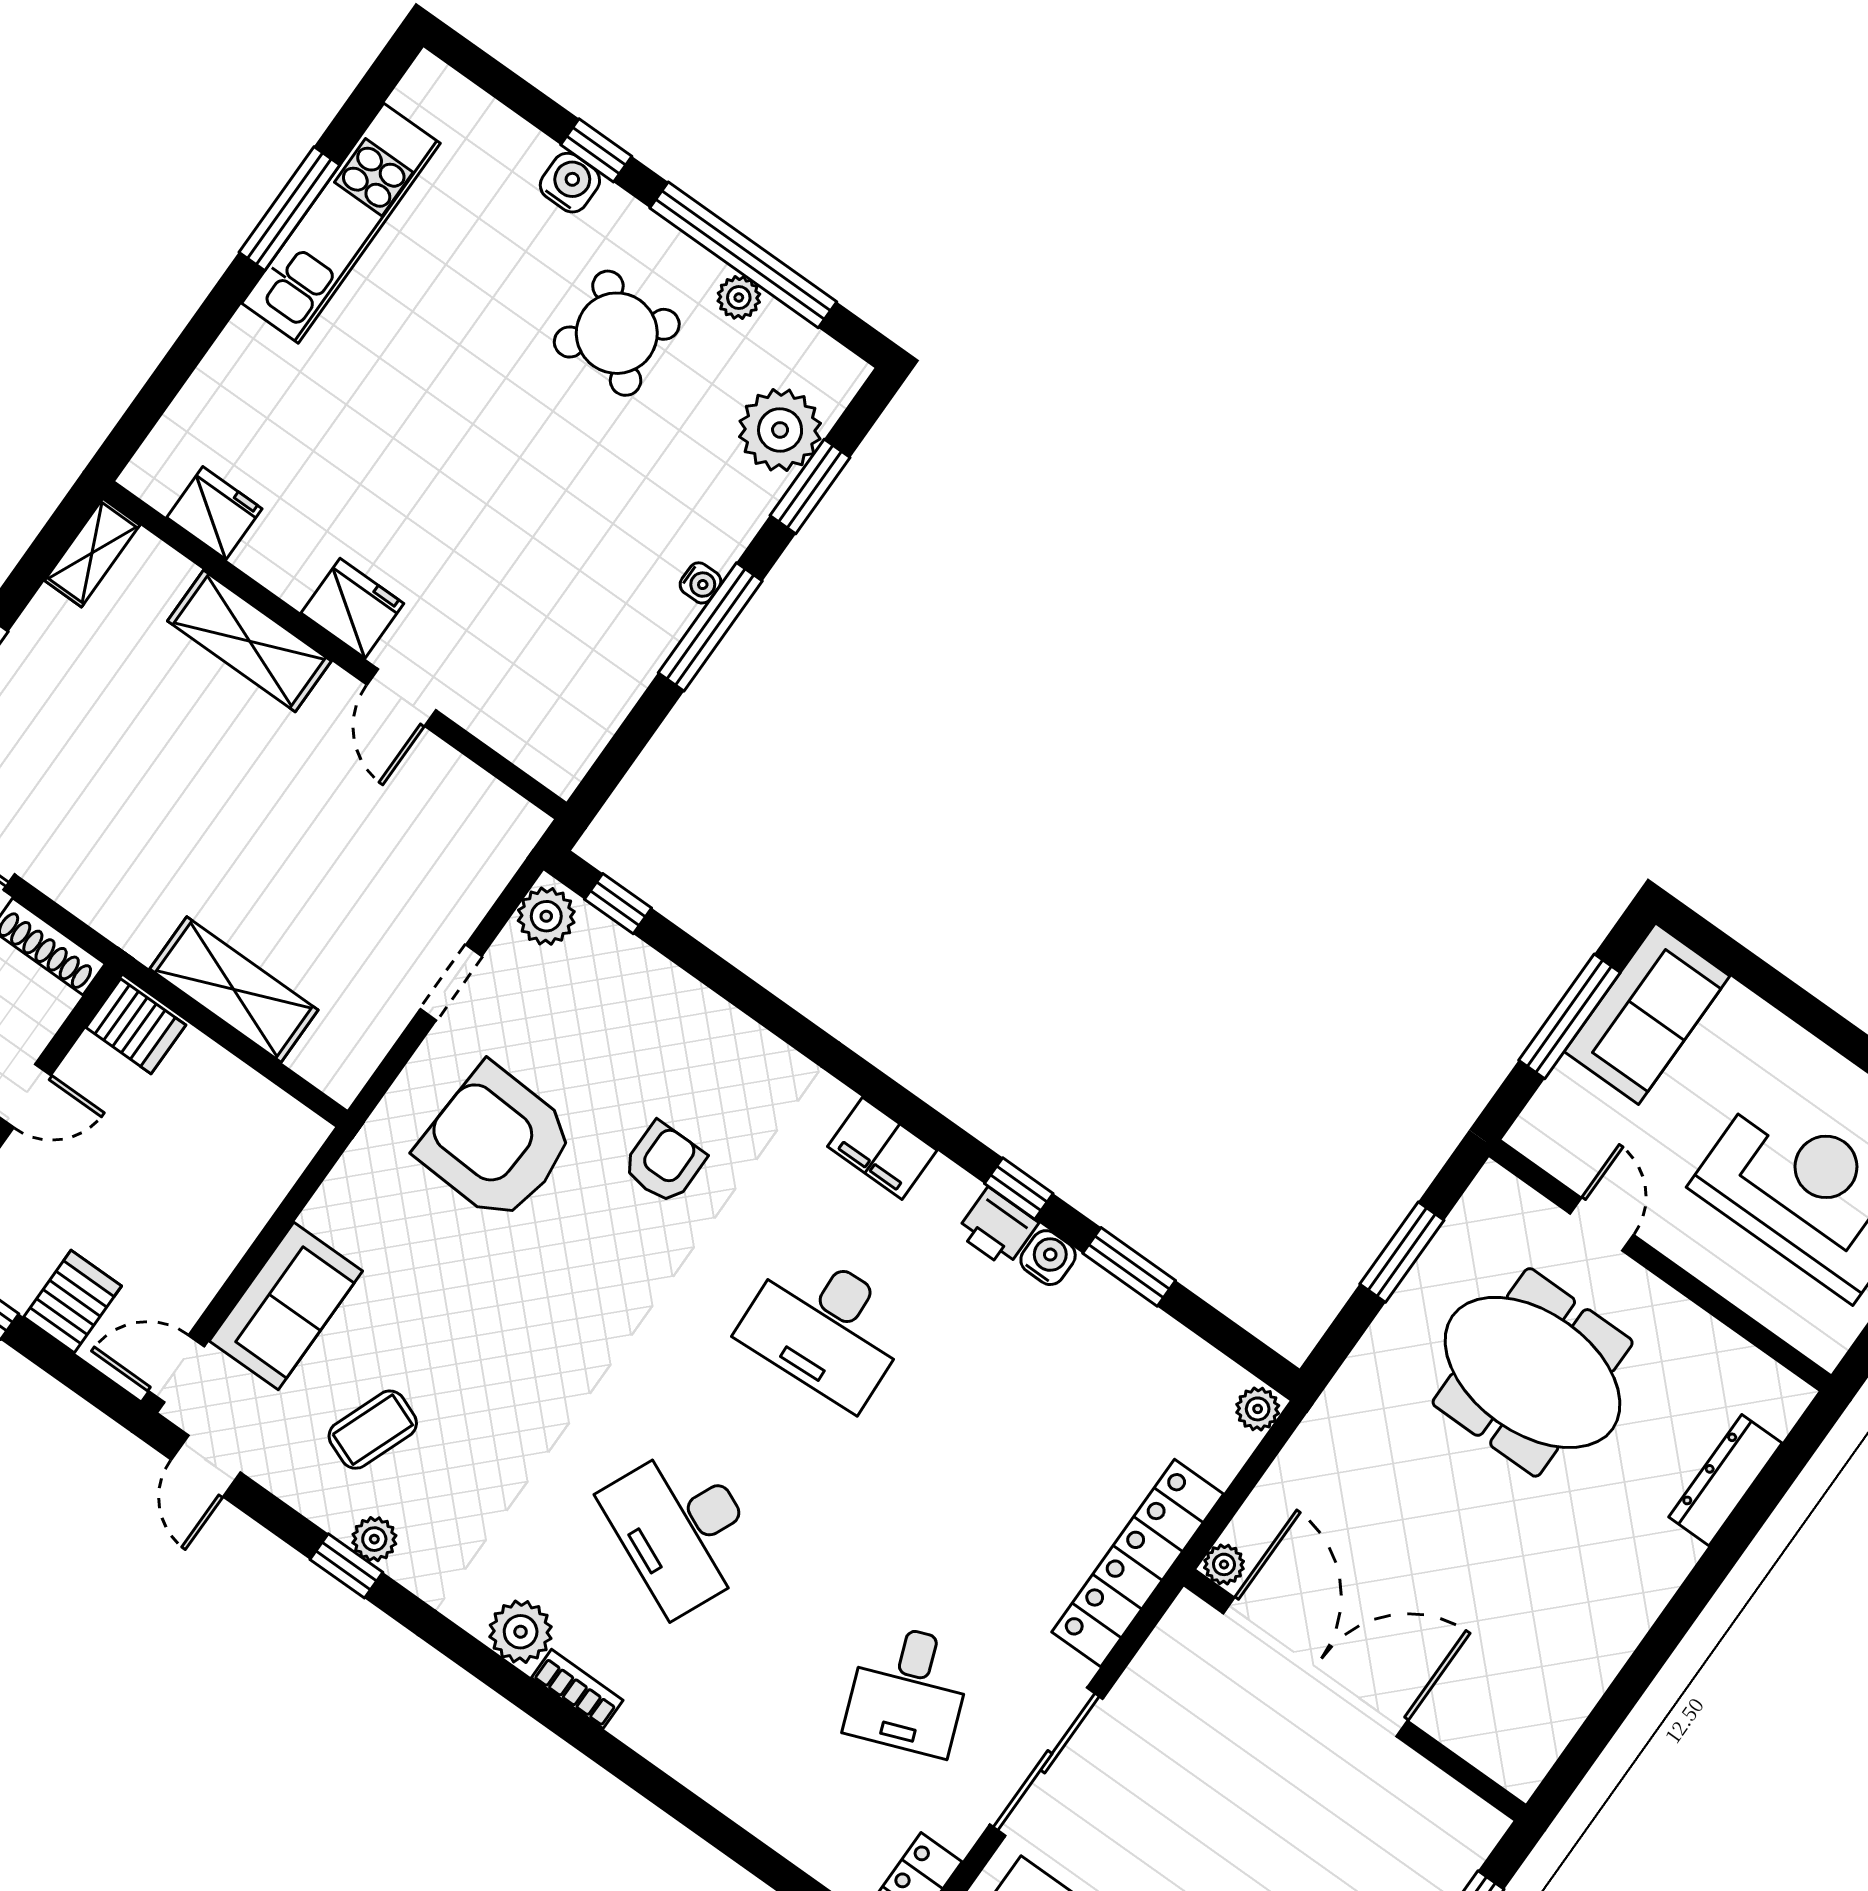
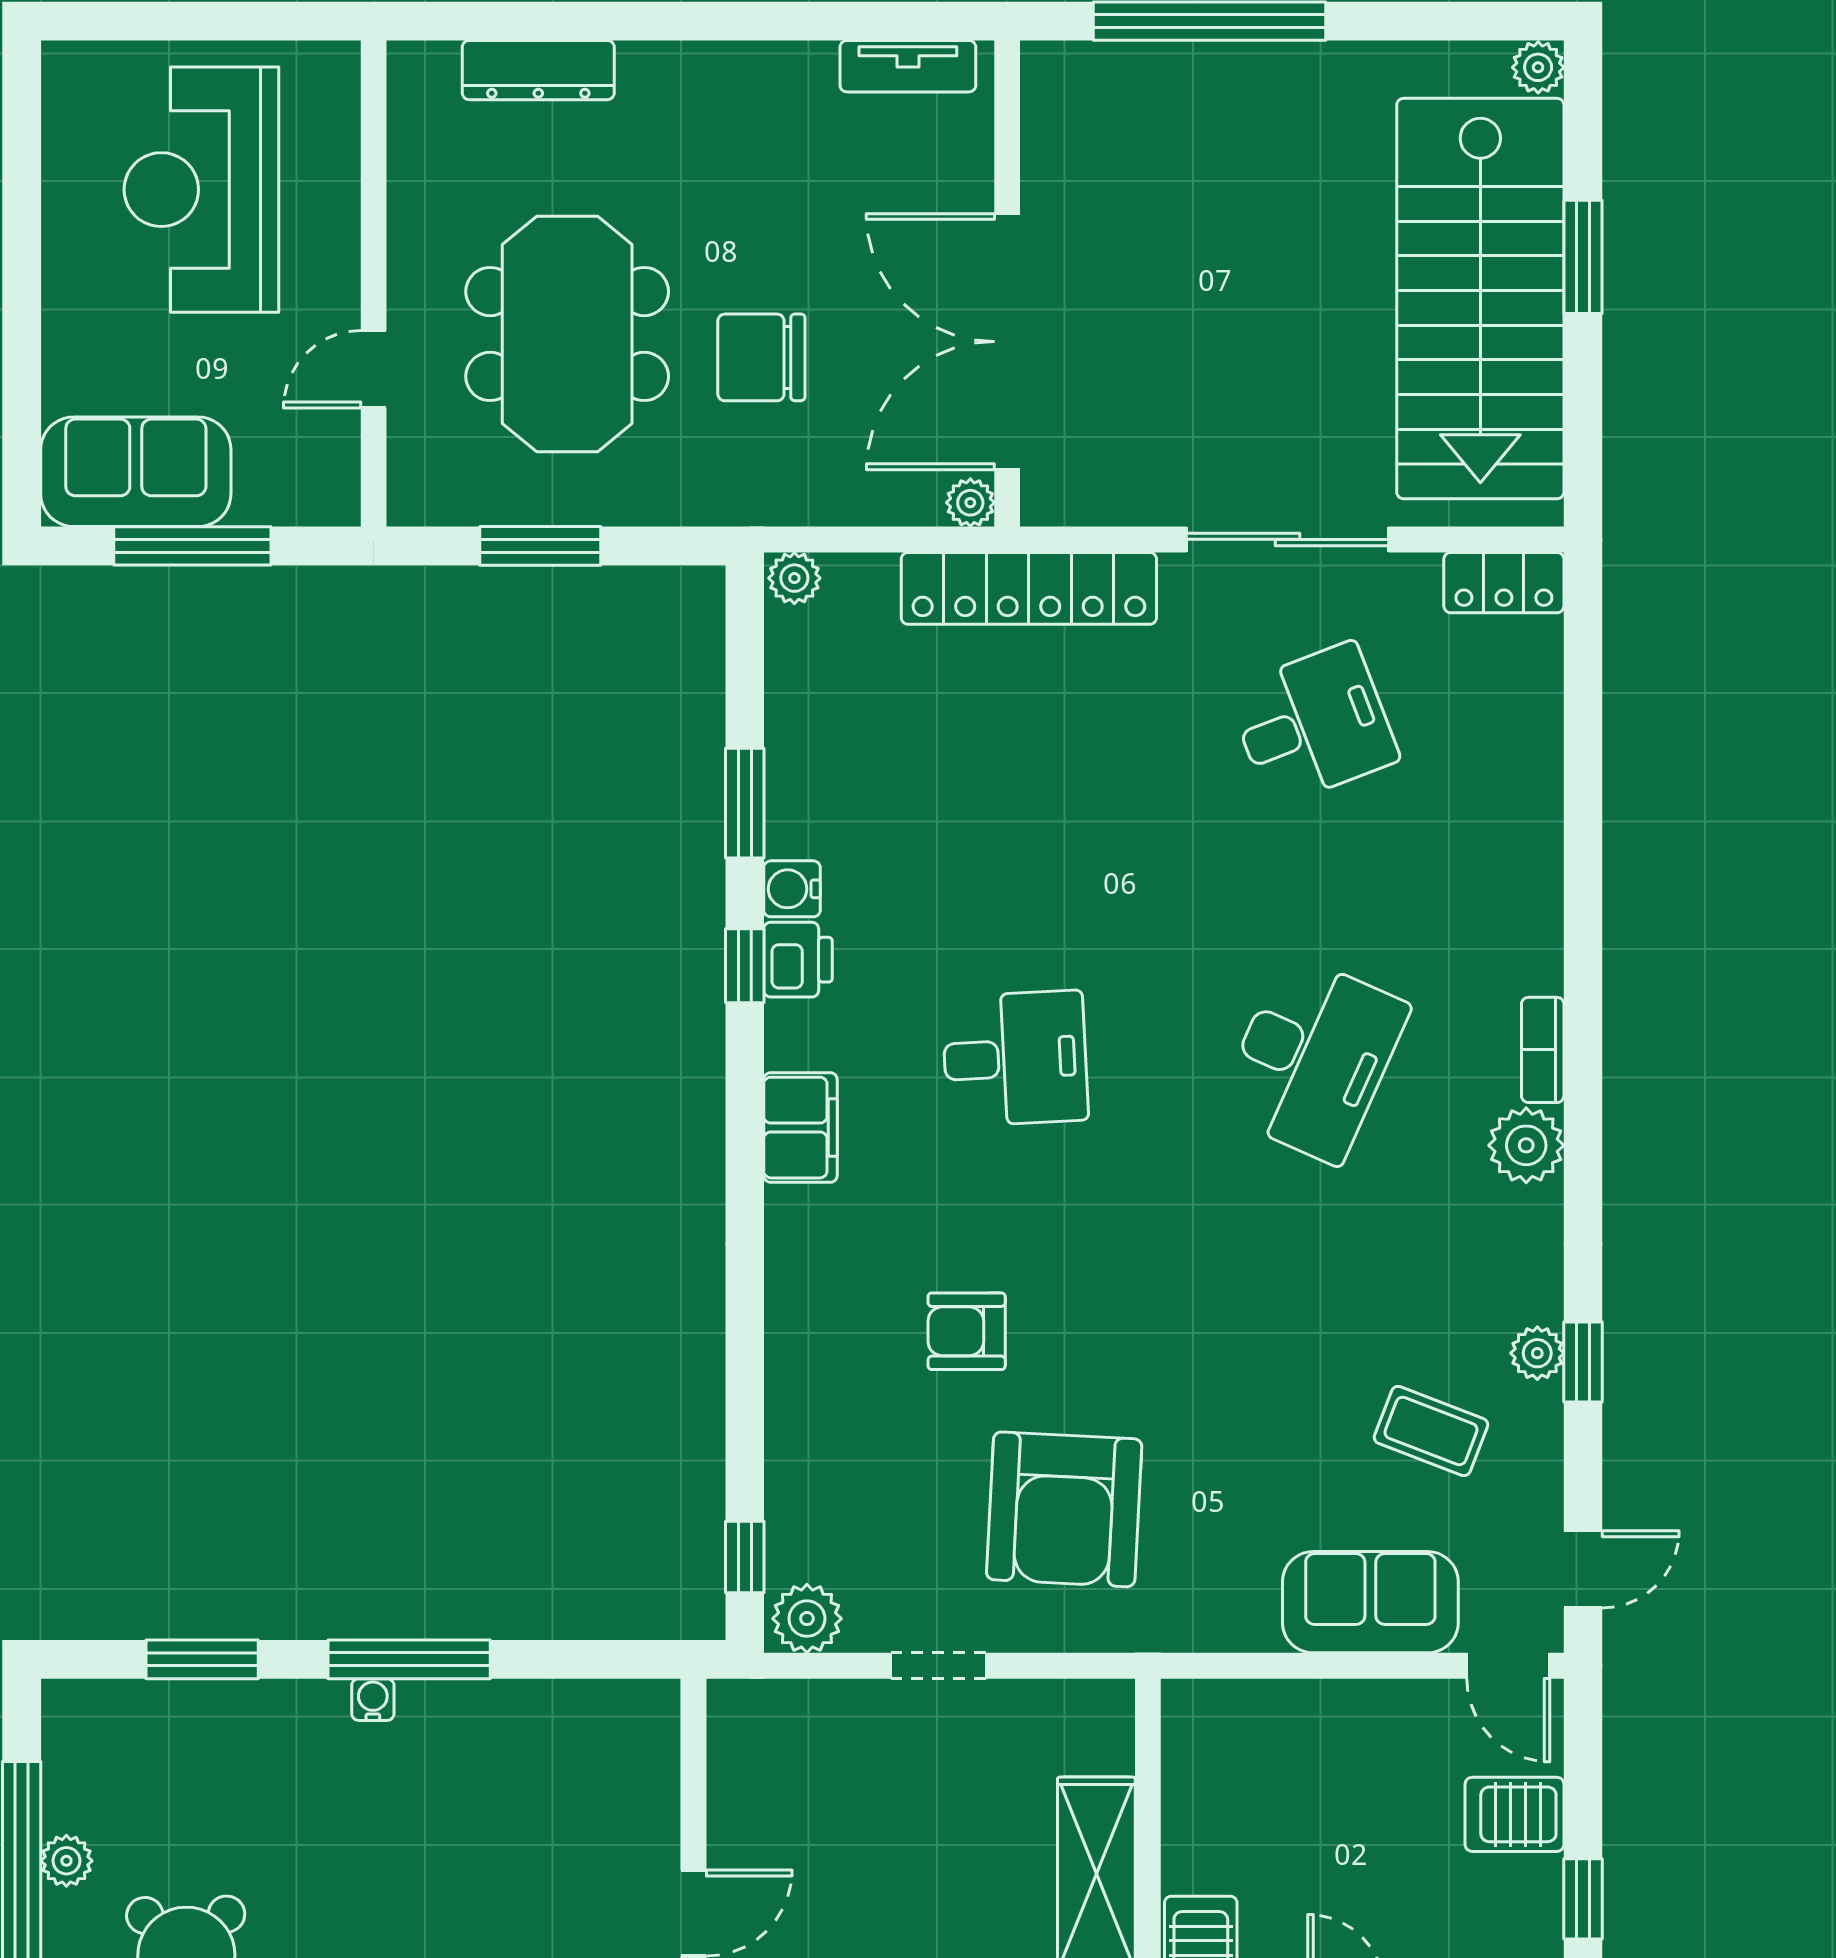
plant: (780, 430) -> (167, 1728), removed
desk: (826, 1327) -> (1015, 1058), width x0.73
chair: (1423, 1493) -> (761, 357), added
tv unit: (1550, 1732) -> (908, 66), added

